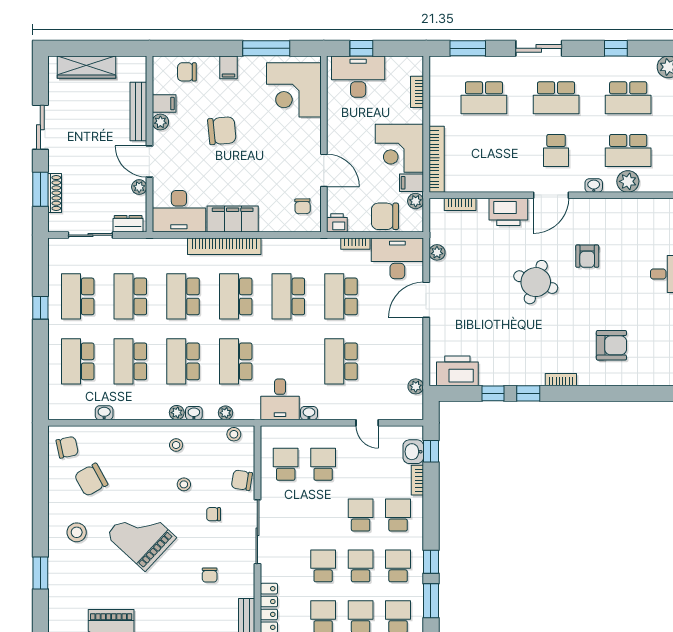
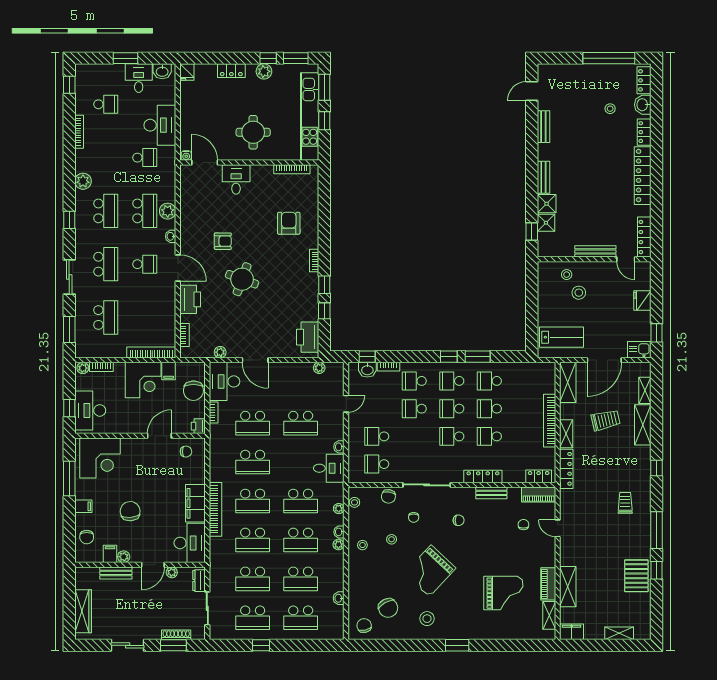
bench: (138, 111) -> (116, 573), width x0.73
plant: (416, 201) -> (83, 368), moved

